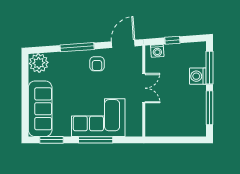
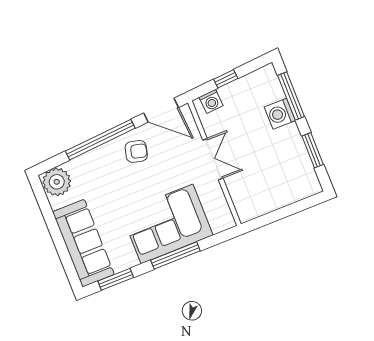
door: (123, 44) -> (161, 110), swing flipped
window: (77, 47) -> (100, 140), width x1.46
armchair: (97, 64) -> (136, 151), turned -76
window: (210, 108) -> (313, 150), width x0.69

